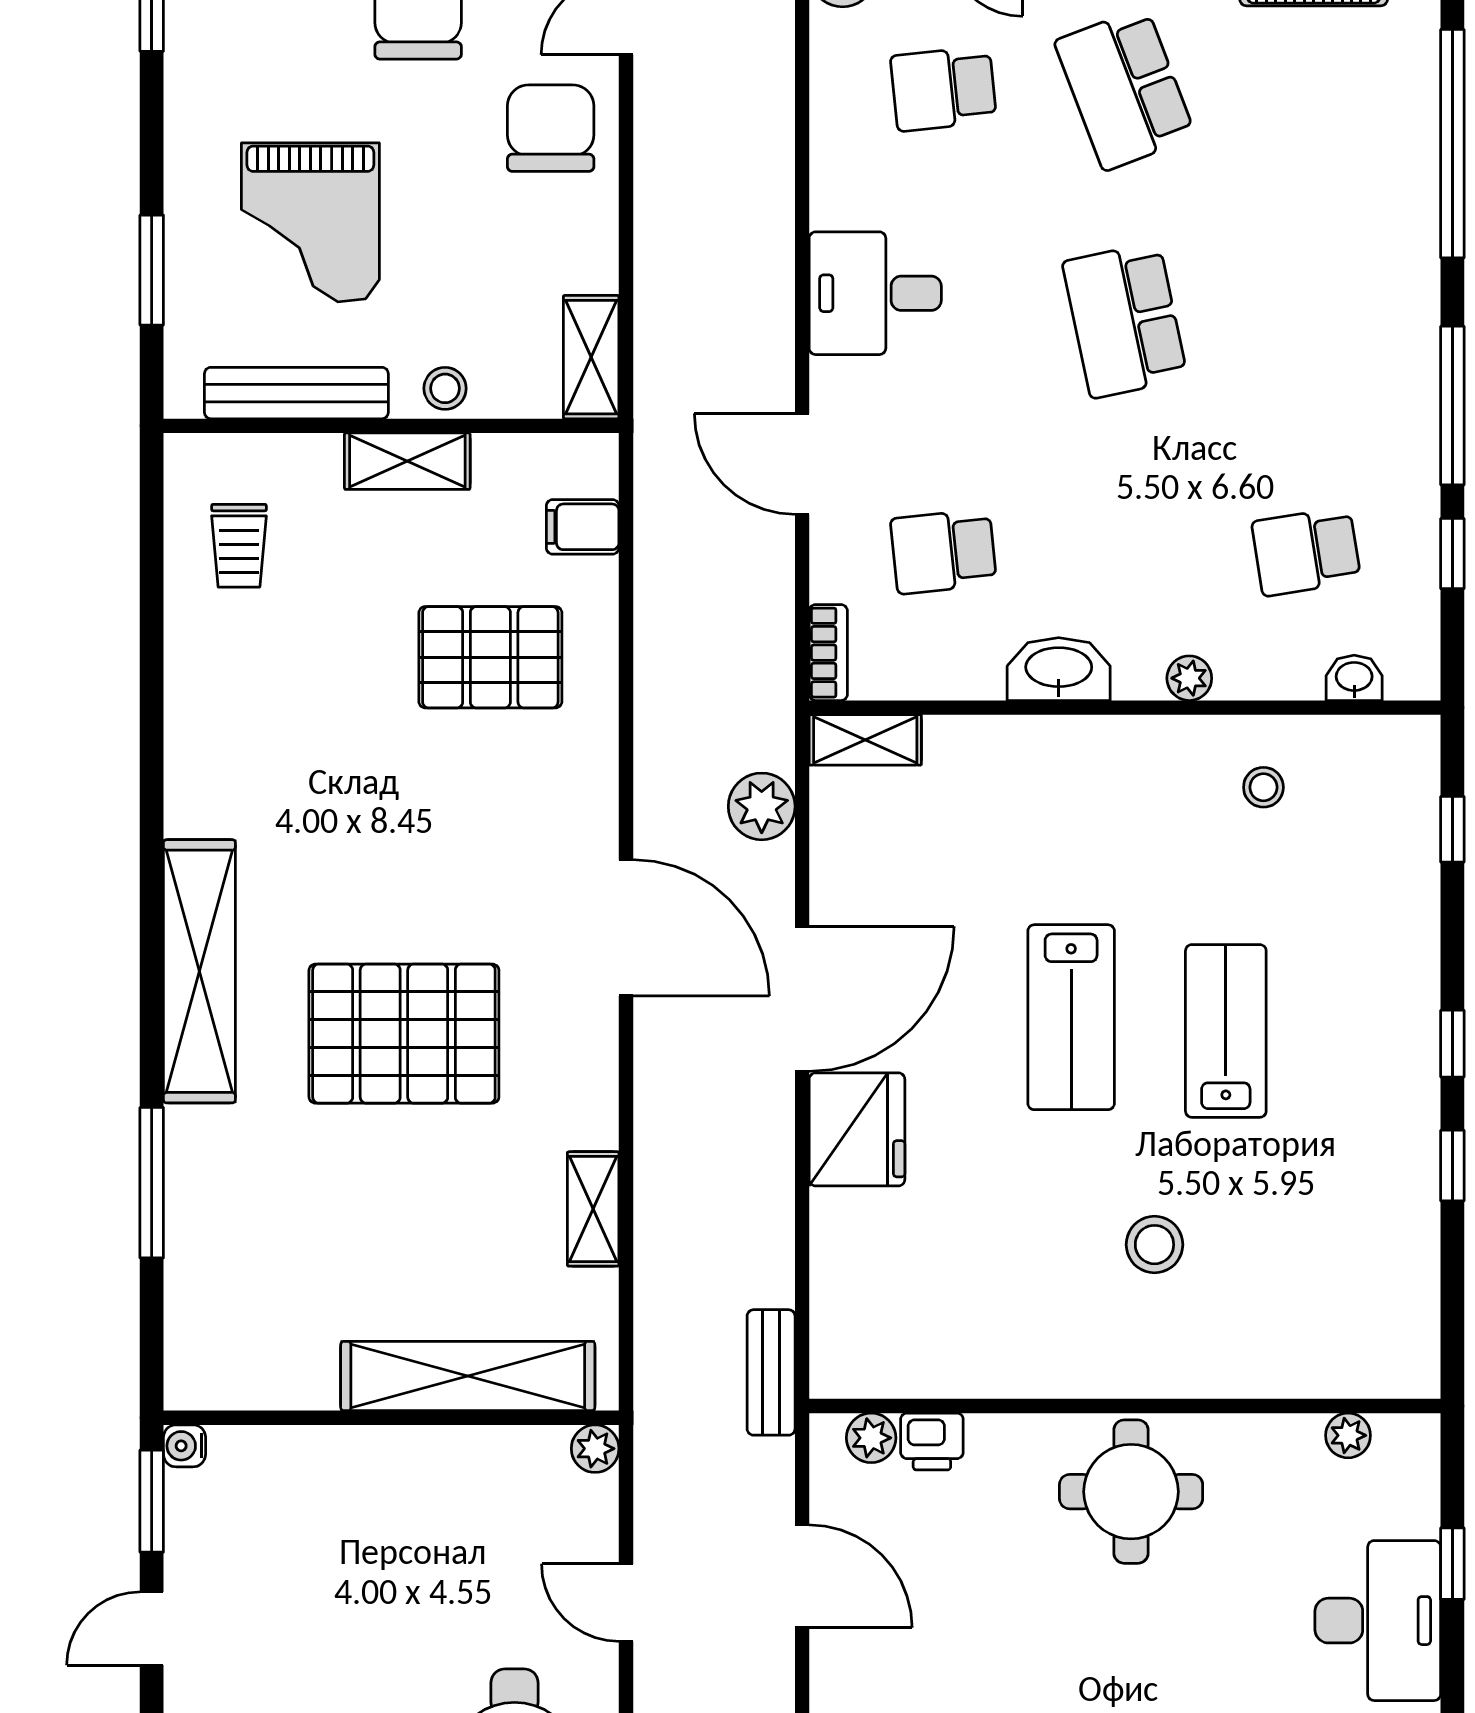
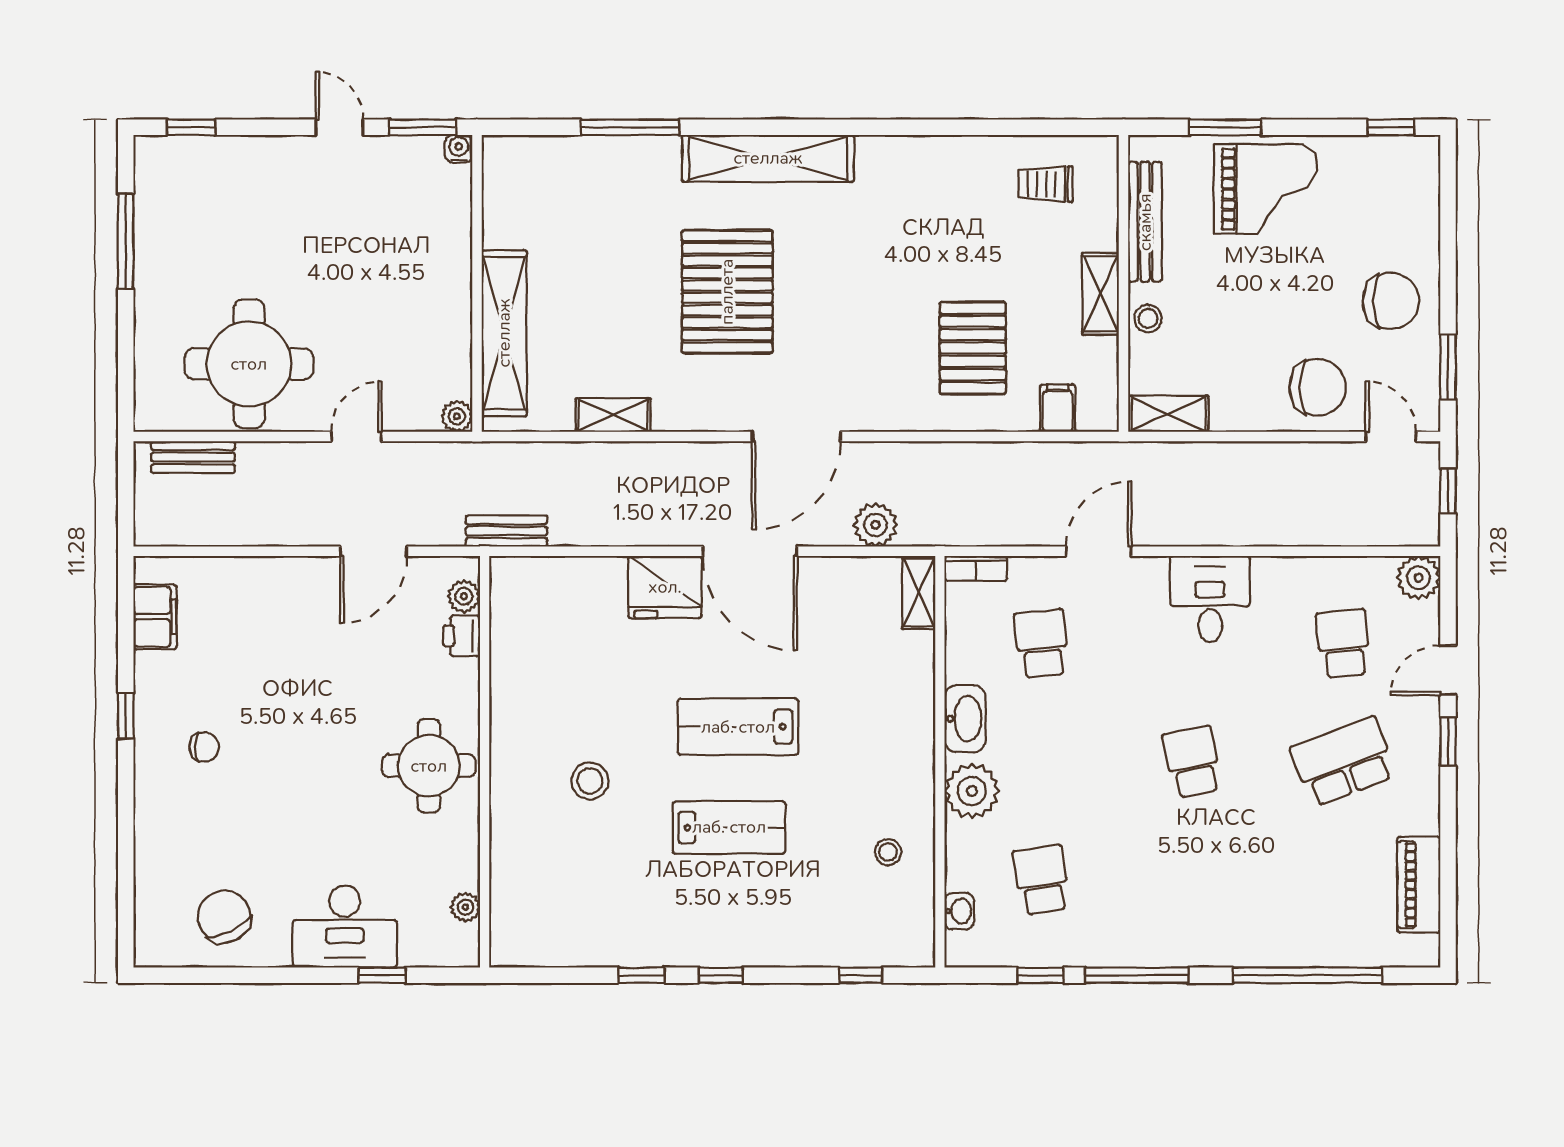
grand piano: (310, 222) -> (1266, 189), moved, turned 180
school desk: (1125, 320) -> (1192, 762), width x0.54
plant: (1189, 678) -> (972, 791), width x1.87, depth x1.87

